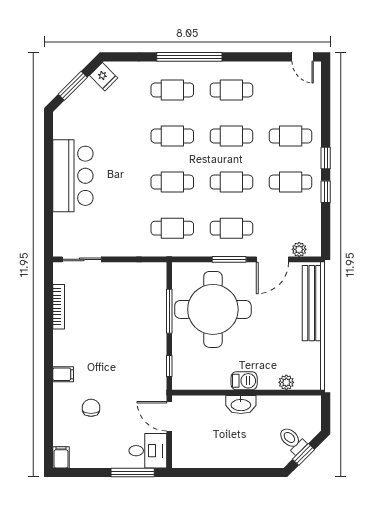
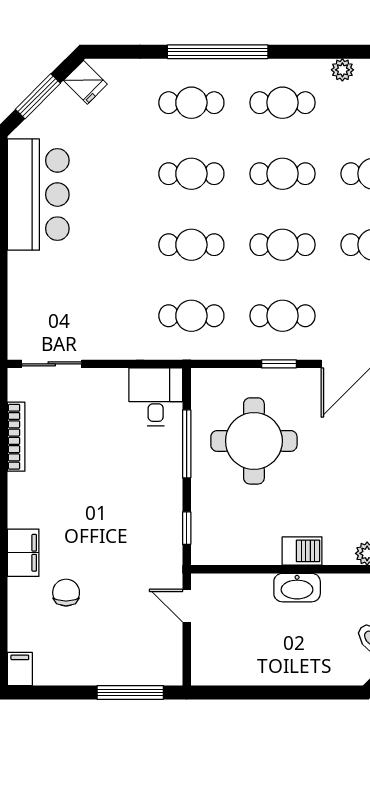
plant: (270, 69) -> (342, 70), added
bar counter: (73, 176) -> (38, 195), moved
window: (229, 259) -> (279, 364), width x0.67
round table: (213, 309) -> (254, 441), width x0.73, depth x0.73
filing cabinet: (63, 374) -> (23, 553), width x2.00
door: (169, 416) -> (187, 606), width x0.73
desk: (148, 451) -> (156, 397), moved, turned -90

